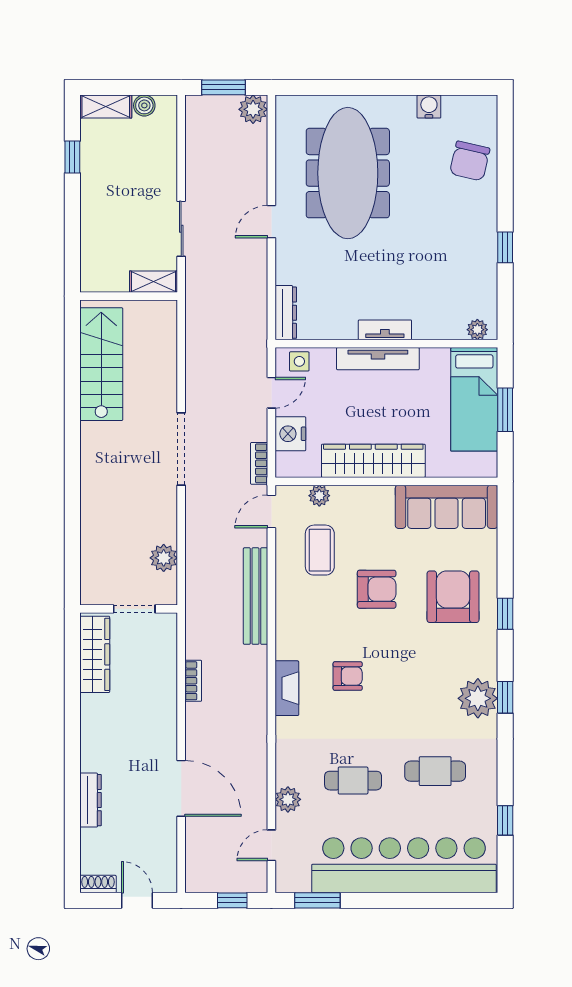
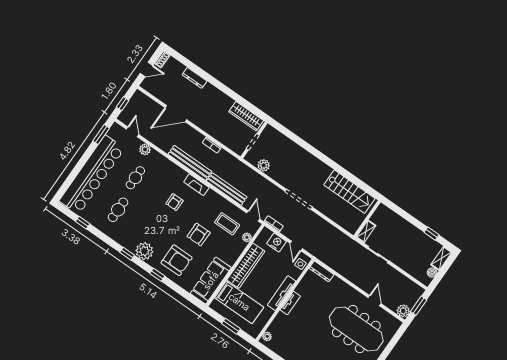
door: (271, 222) -> (375, 301), moved
bed: (474, 399) -> (239, 302), moved, turned 180
fireplace: (287, 688) -> (196, 185), moved
bench: (255, 698) -> (190, 163), added
plant: (478, 698) -> (144, 251), moved

